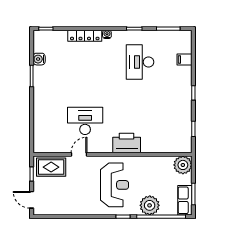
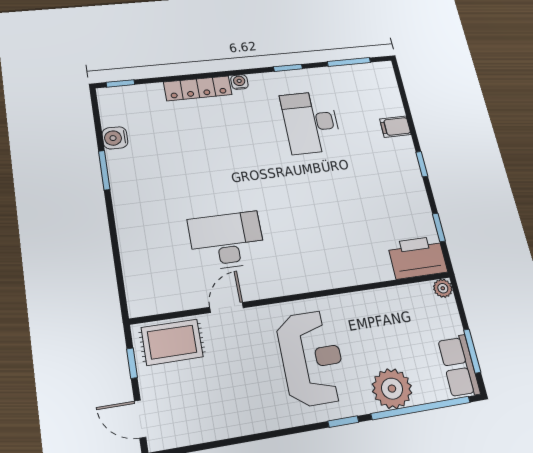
filing cabinet: (185, 59) -> (395, 127), moved
printer: (127, 143) -> (417, 257), moved
plant: (183, 165) -> (443, 288), width x0.53, depth x0.53

